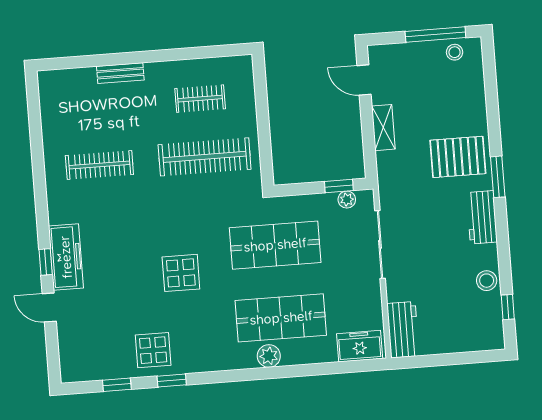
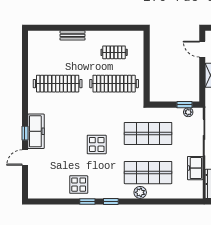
clothes rail: (99, 165) -> (58, 84), width x1.37, depth x1.31
door: (49, 308) -> (25, 158), hinge flipped
freezer: (360, 346) -> (195, 168), moved, turned -90
window: (117, 385) -> (111, 201), moved

